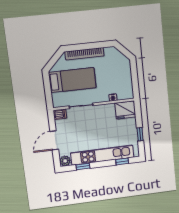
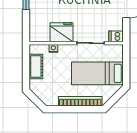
cot: (126, 80) -> (36, 66), added
fridge: (125, 110) -> (62, 32), moved

